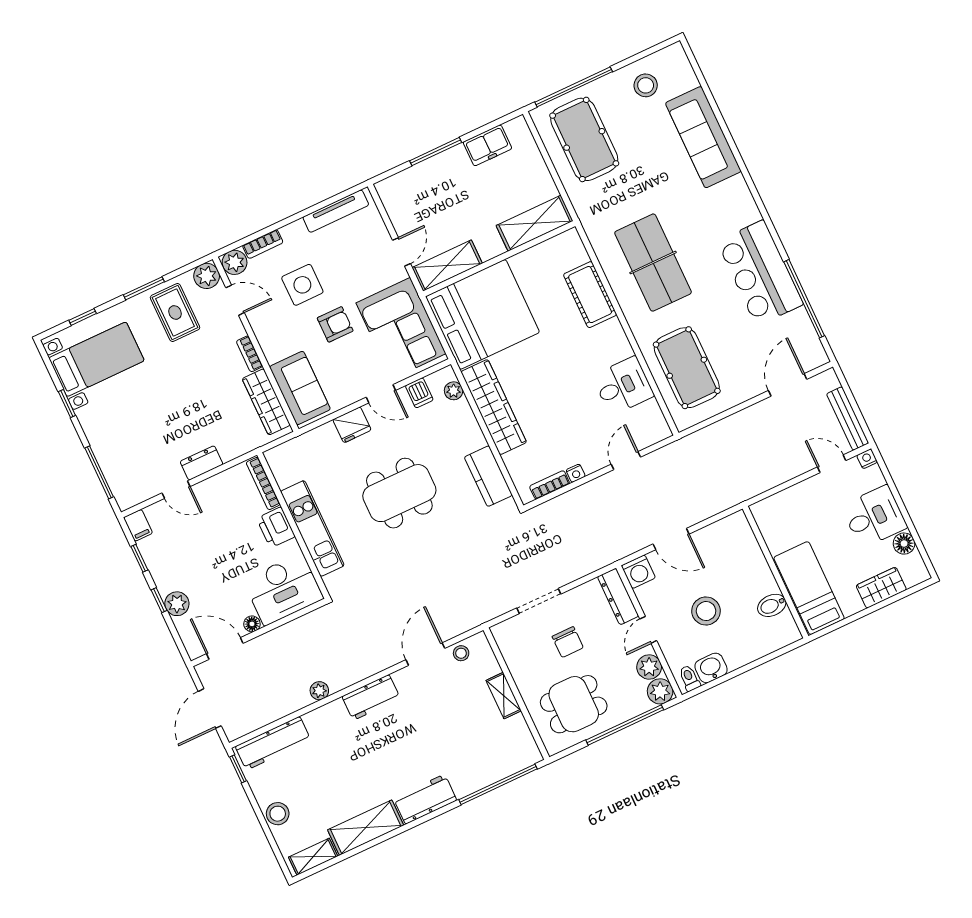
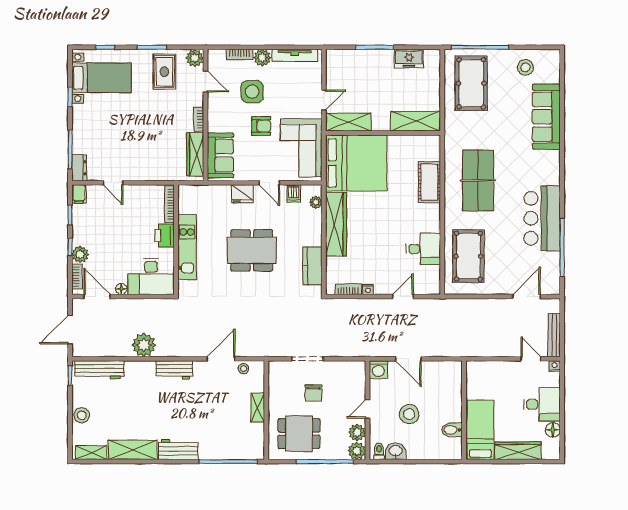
plant: (235, 262) -> (262, 58), moved
dresser: (202, 463) -> (79, 168), moved, turned 90
wardrobe: (881, 588) -> (518, 451), width x1.50
dresser: (618, 596) -> (358, 379), removed
bookcase: (186, 635) -> (77, 277), added
plant: (319, 691) -> (144, 345), width x1.88, depth x1.88

